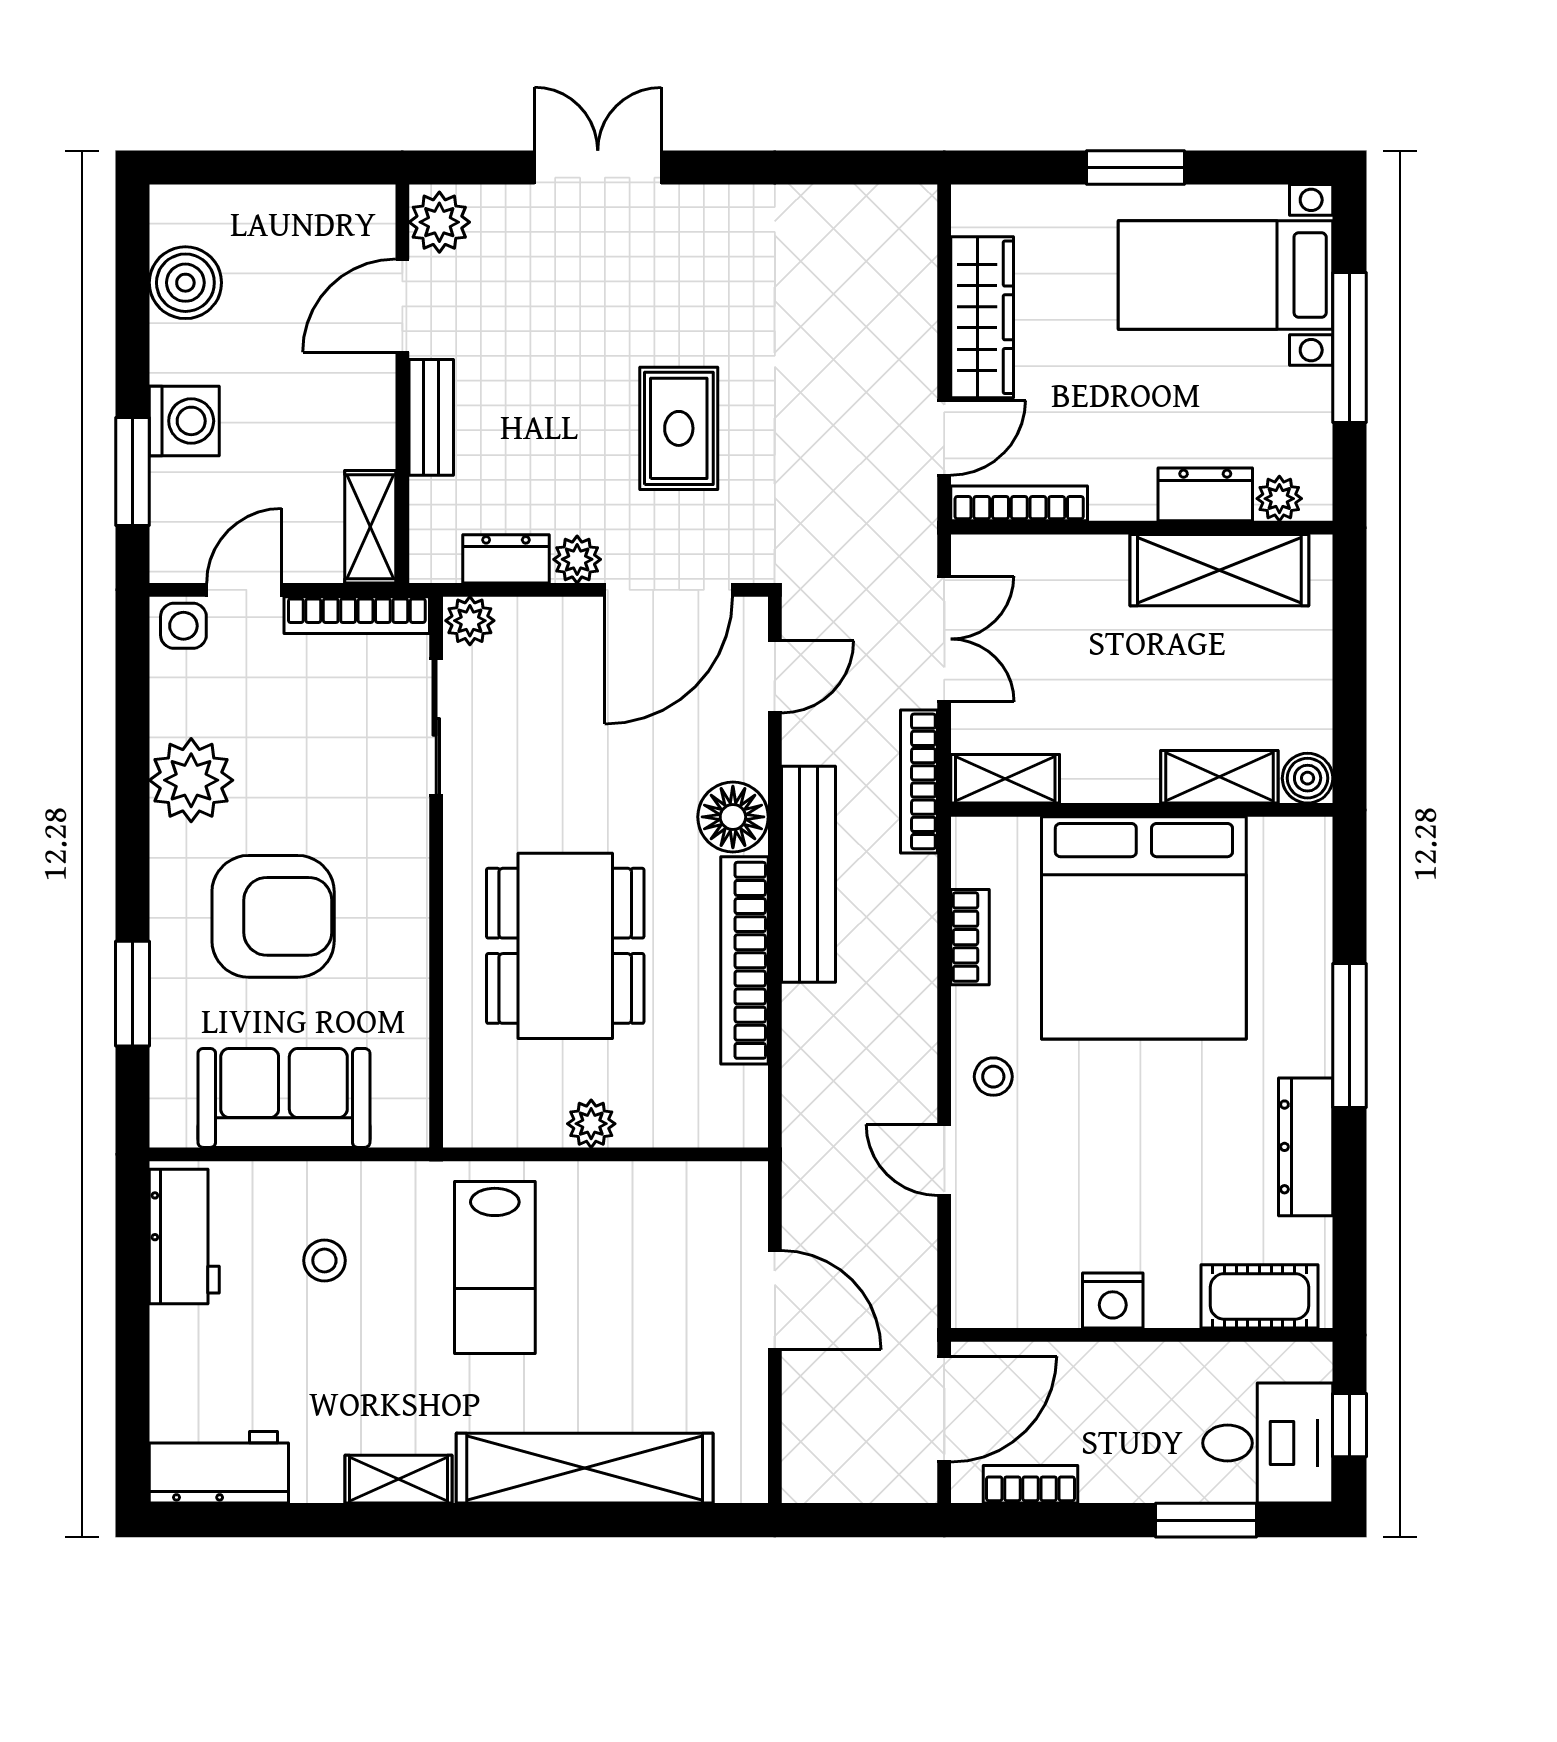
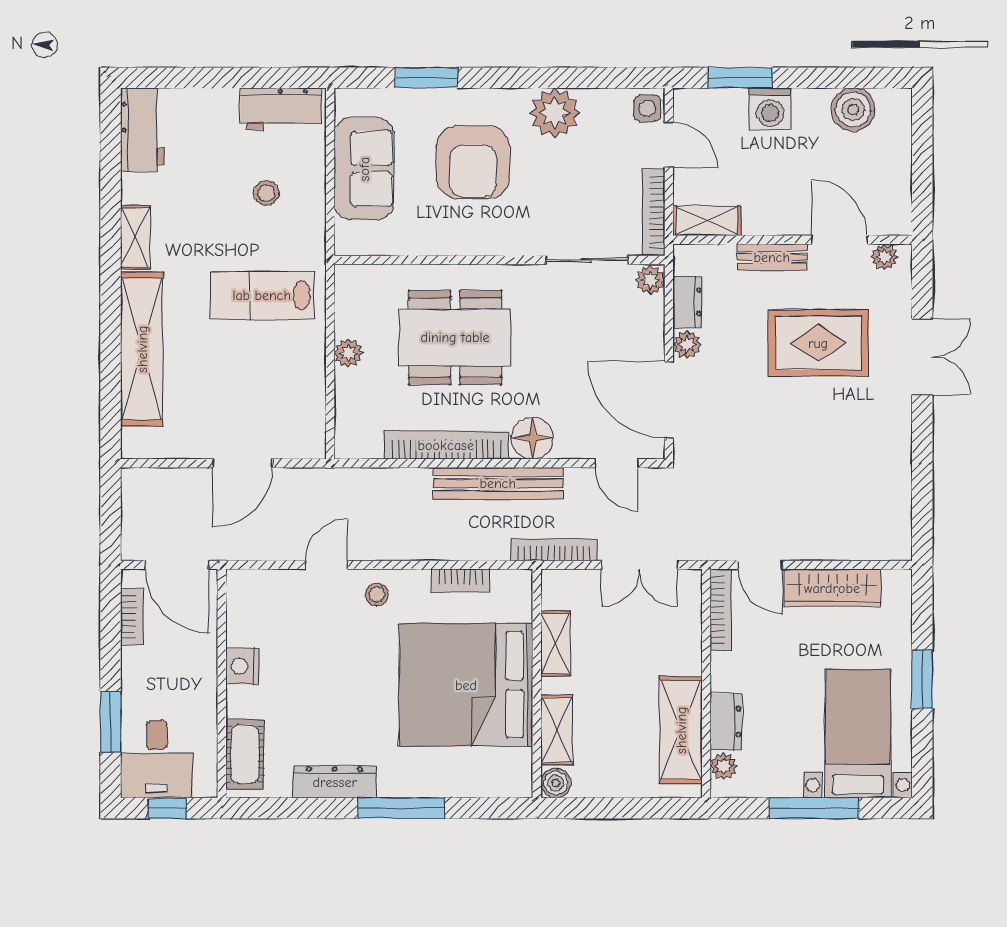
plant: (439, 222) -> (885, 257), width x0.73, depth x0.73
rug: (679, 428) -> (818, 343), moved, width x1.36, depth x1.43
shelving: (1005, 779) -> (555, 643), moved

